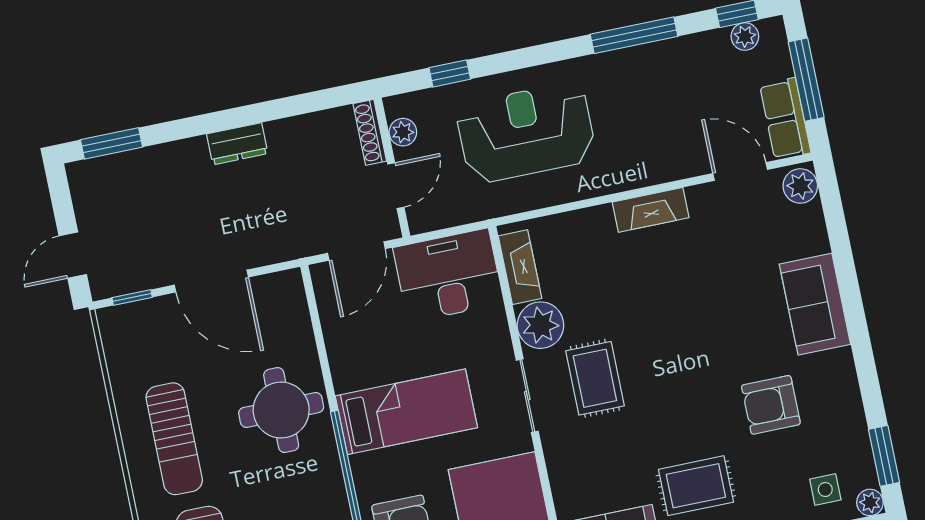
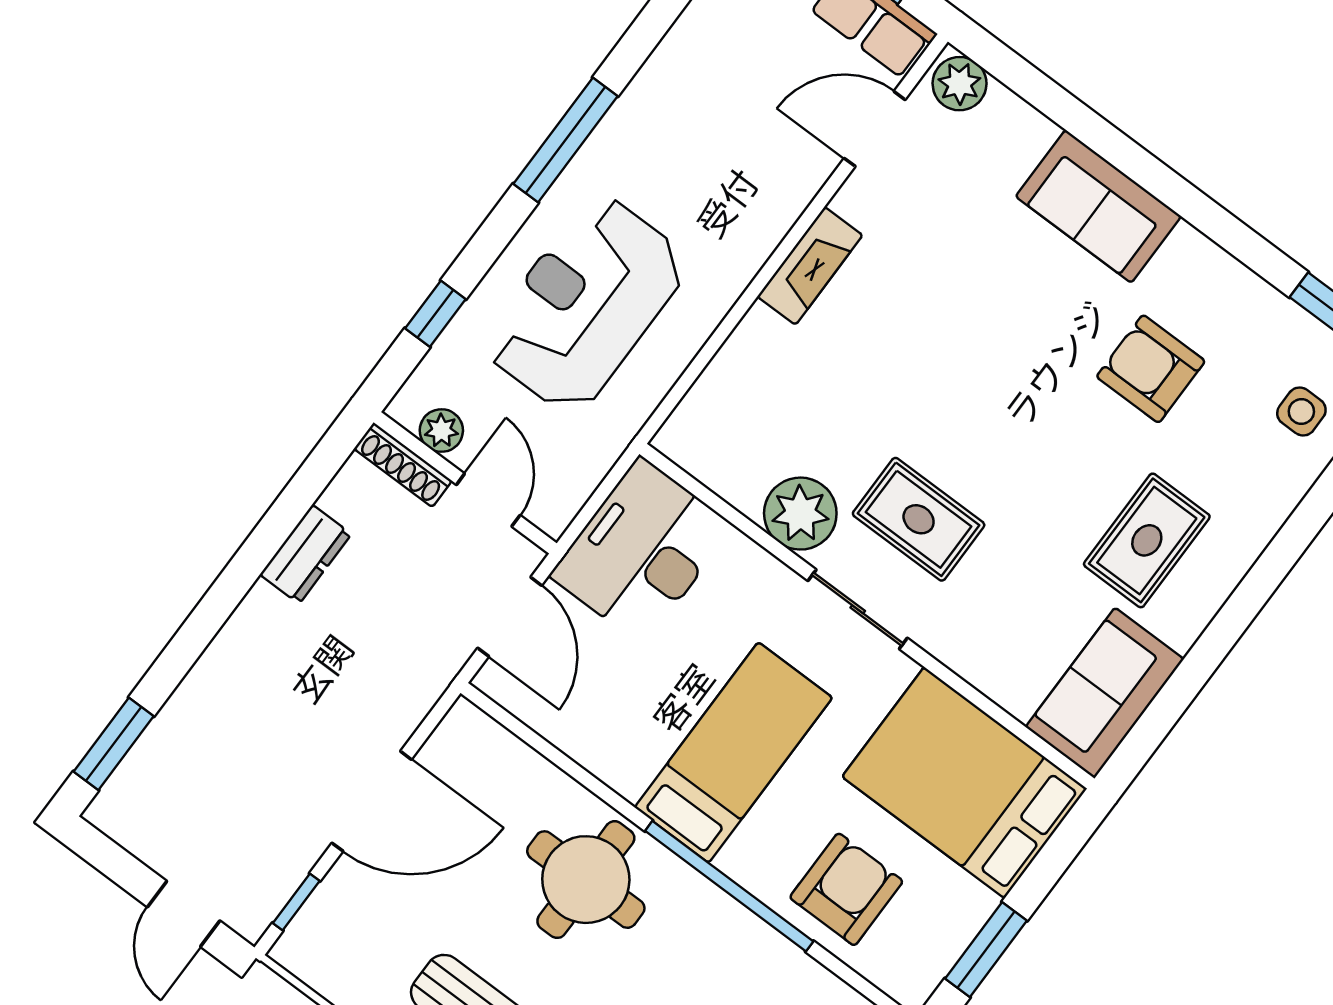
window: (634, 35) -> (565, 140), moved
dresser: (237, 144) -> (306, 554), moved
fireplace: (520, 267) -> (717, 467), removed
armchair: (771, 405) -> (1151, 369), turned 90

